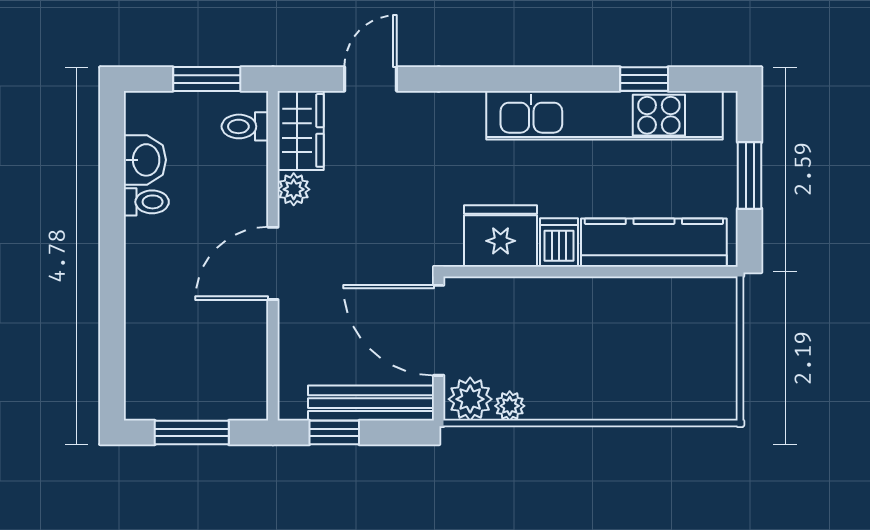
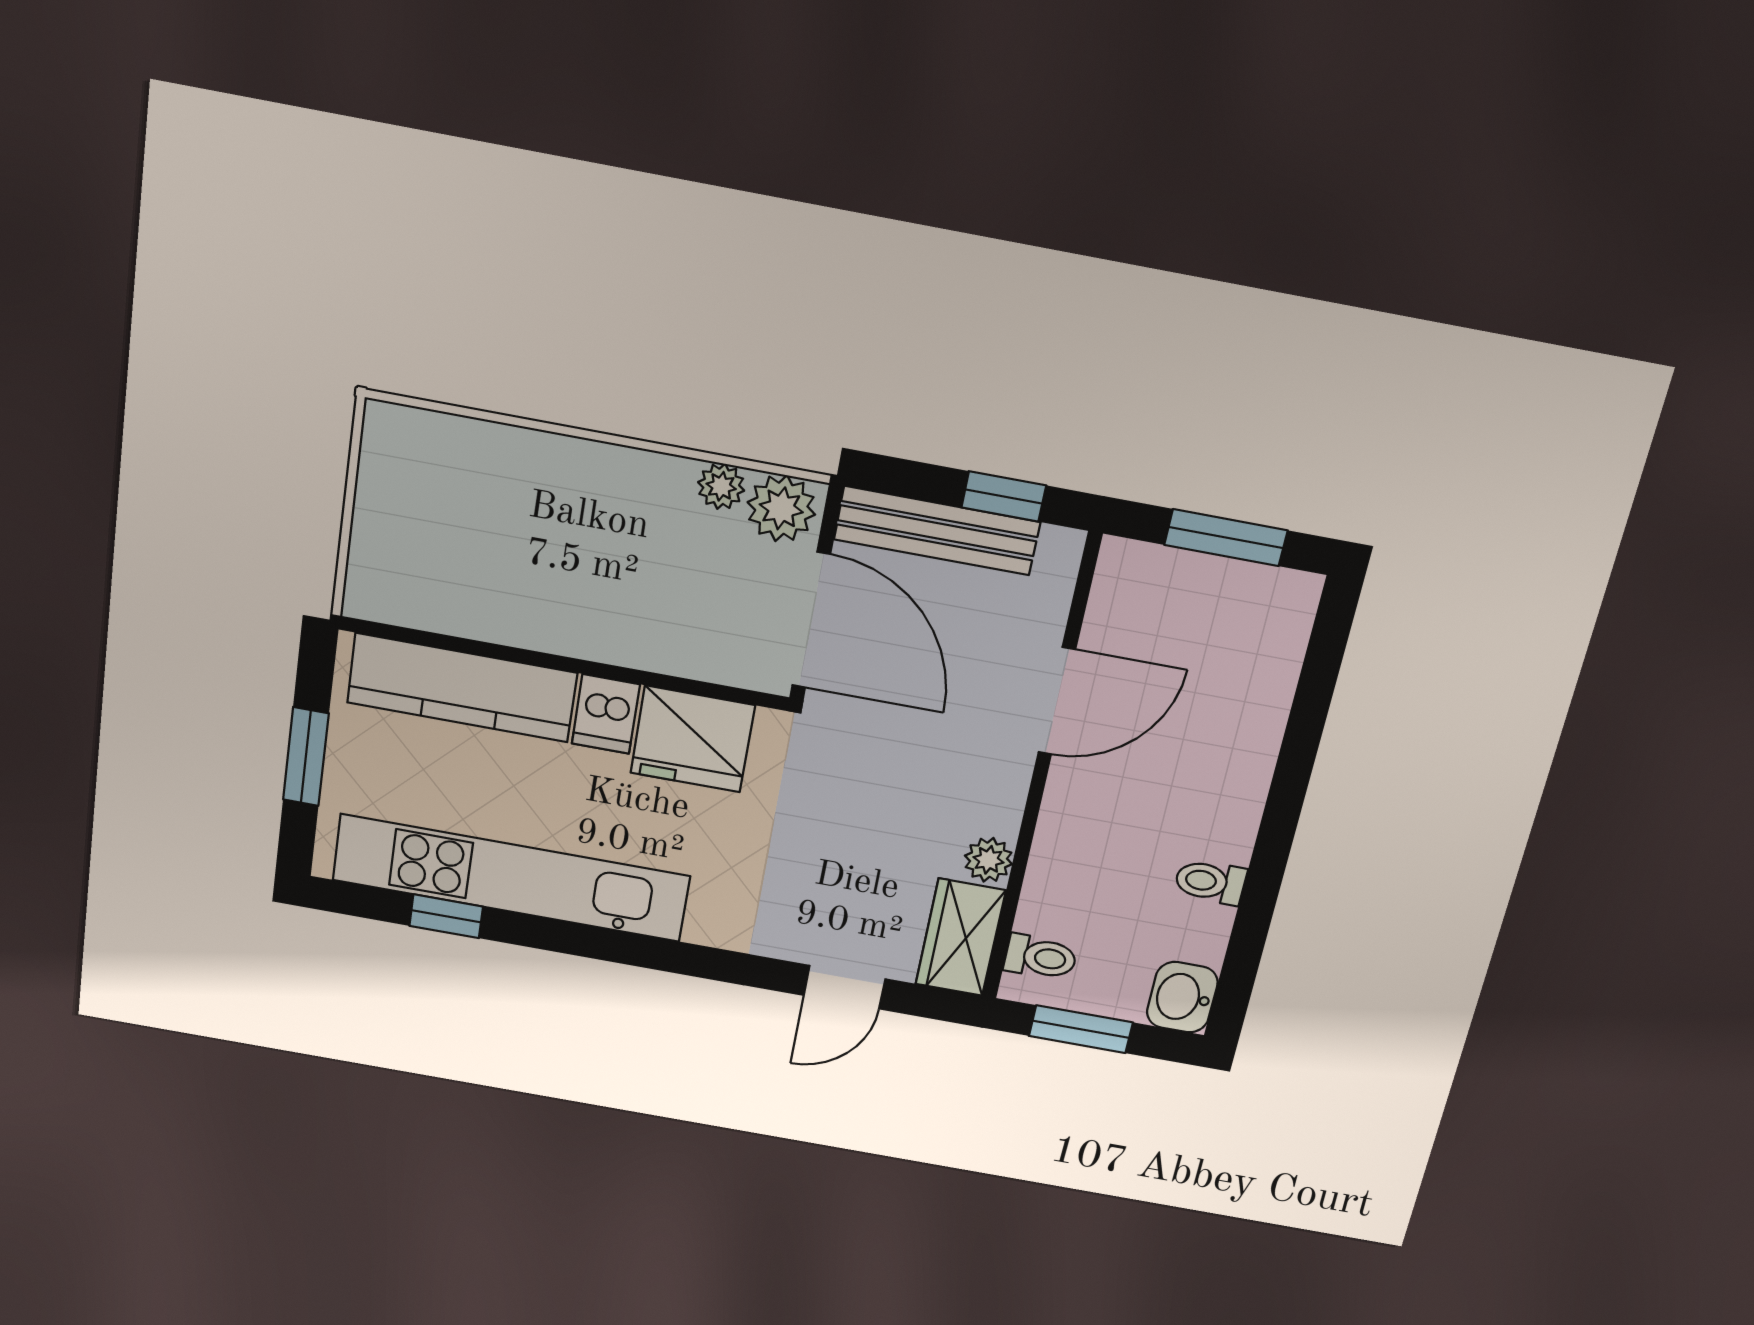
washbasin: (145, 160) -> (1182, 997), moved
door: (273, 263) -> (1057, 701), moved

